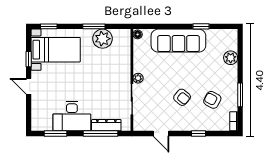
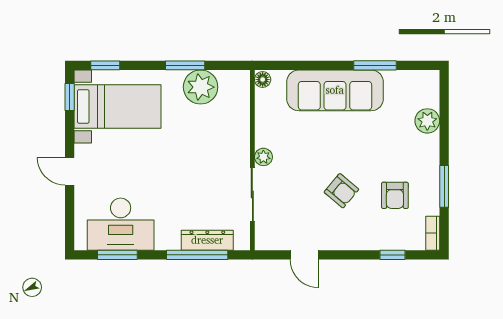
window: (201, 26) -> (375, 65), width x1.50
window: (29, 59) -> (70, 97), moved
armchair: (212, 100) -> (395, 195), turned -118
desk: (72, 116) -> (121, 224), moved
window: (198, 133) -> (392, 255), moved

